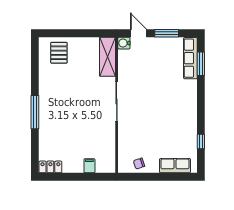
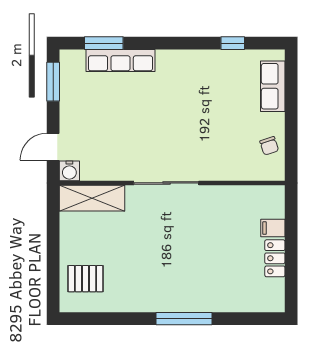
window: (167, 33) -> (53, 82), moved
row of seats: (190, 58) -> (120, 61), moved
locker: (50, 167) -> (275, 258), moved

